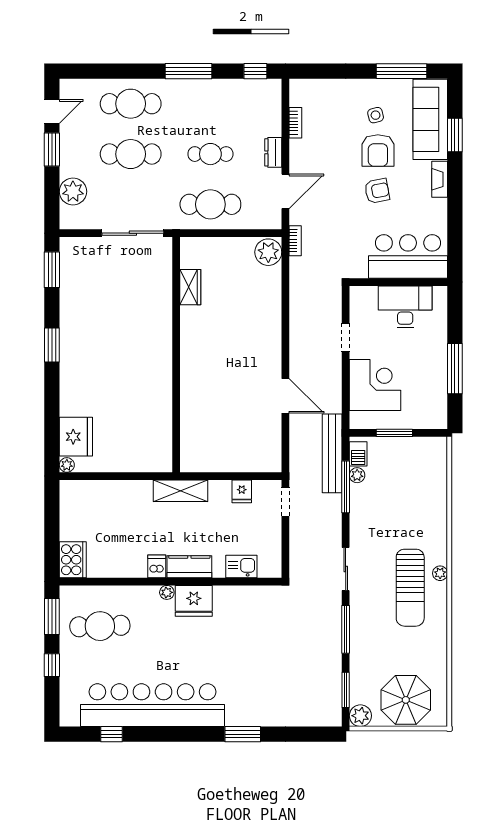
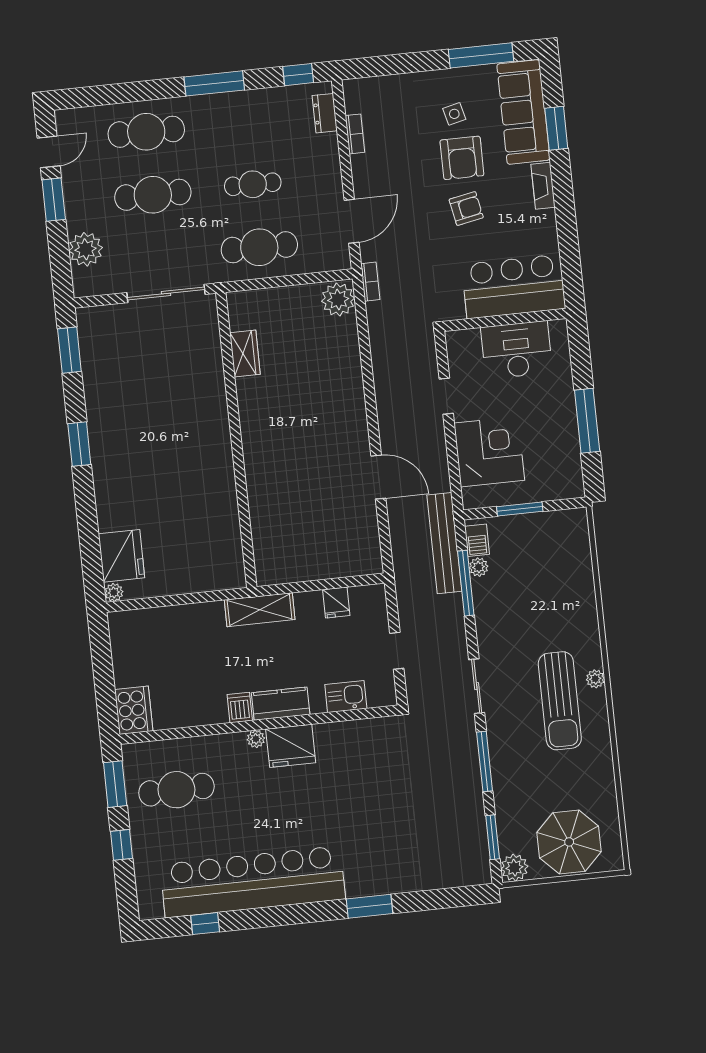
dresser: (273, 152) -> (325, 113), moved
doorway: (285, 502) -> (397, 651), moved

